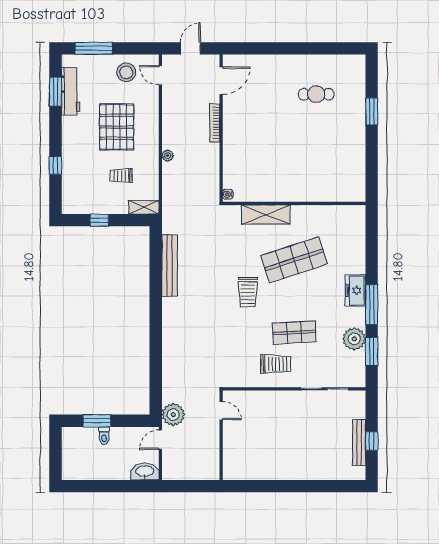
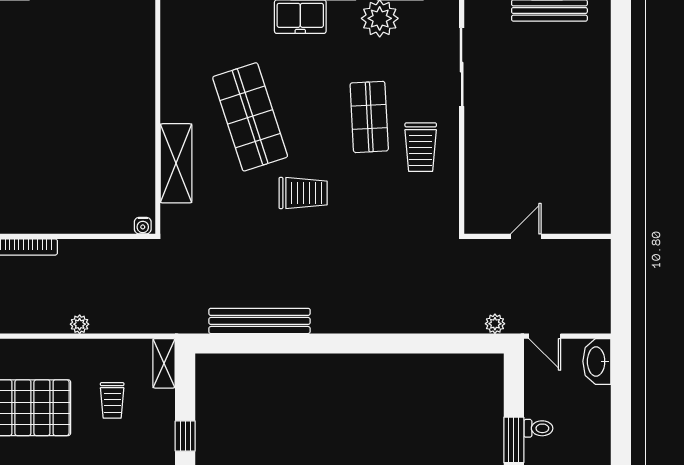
trolley: (276, 364) -> (421, 147), turned 180
door: (221, 411) -> (526, 236), moved
plant: (173, 415) -> (495, 324), width x0.53, depth x0.53

